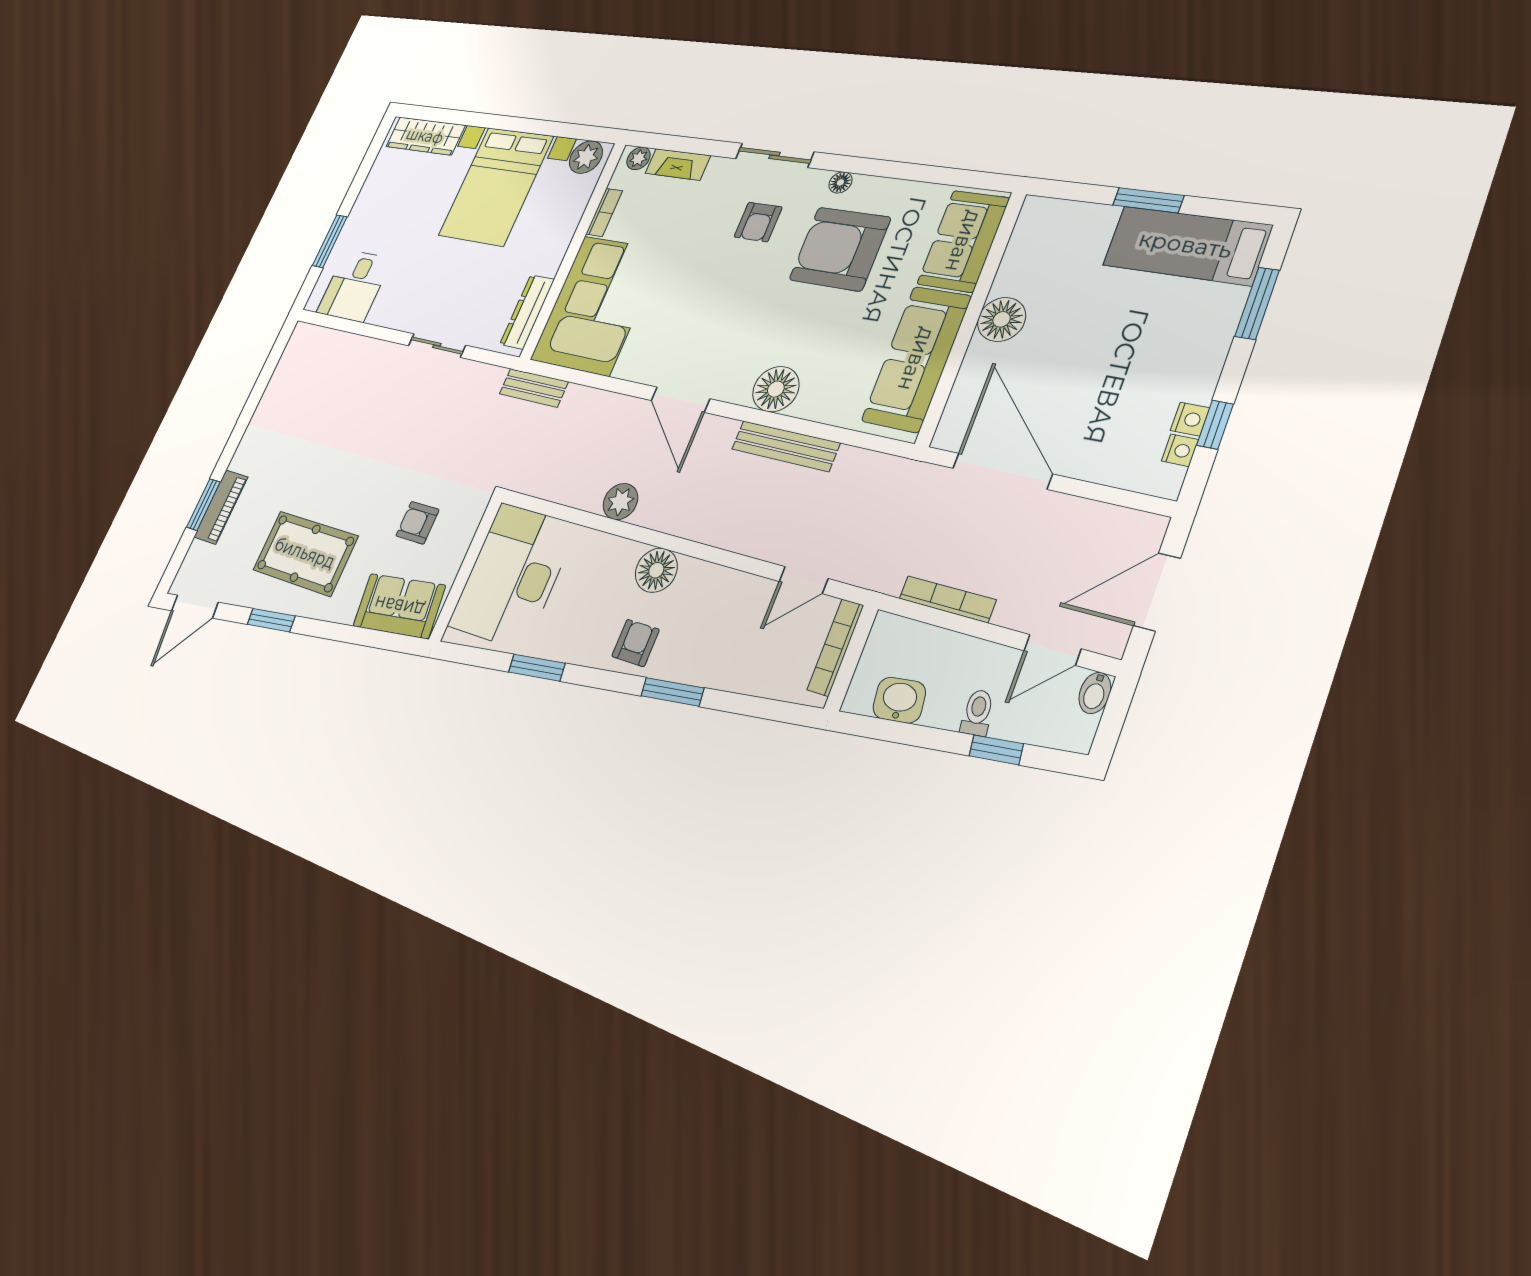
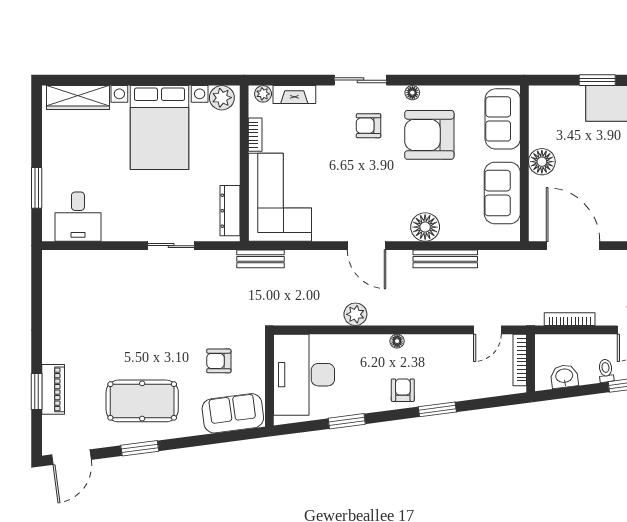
armchair: (758, 222) -> (368, 126), turned 90
sofa: (916, 359) -> (502, 193), width x0.73
floor lamp: (656, 570) -> (397, 341), width x0.53, depth x0.53

